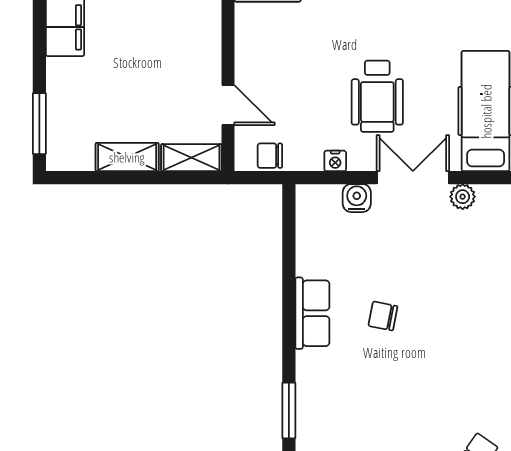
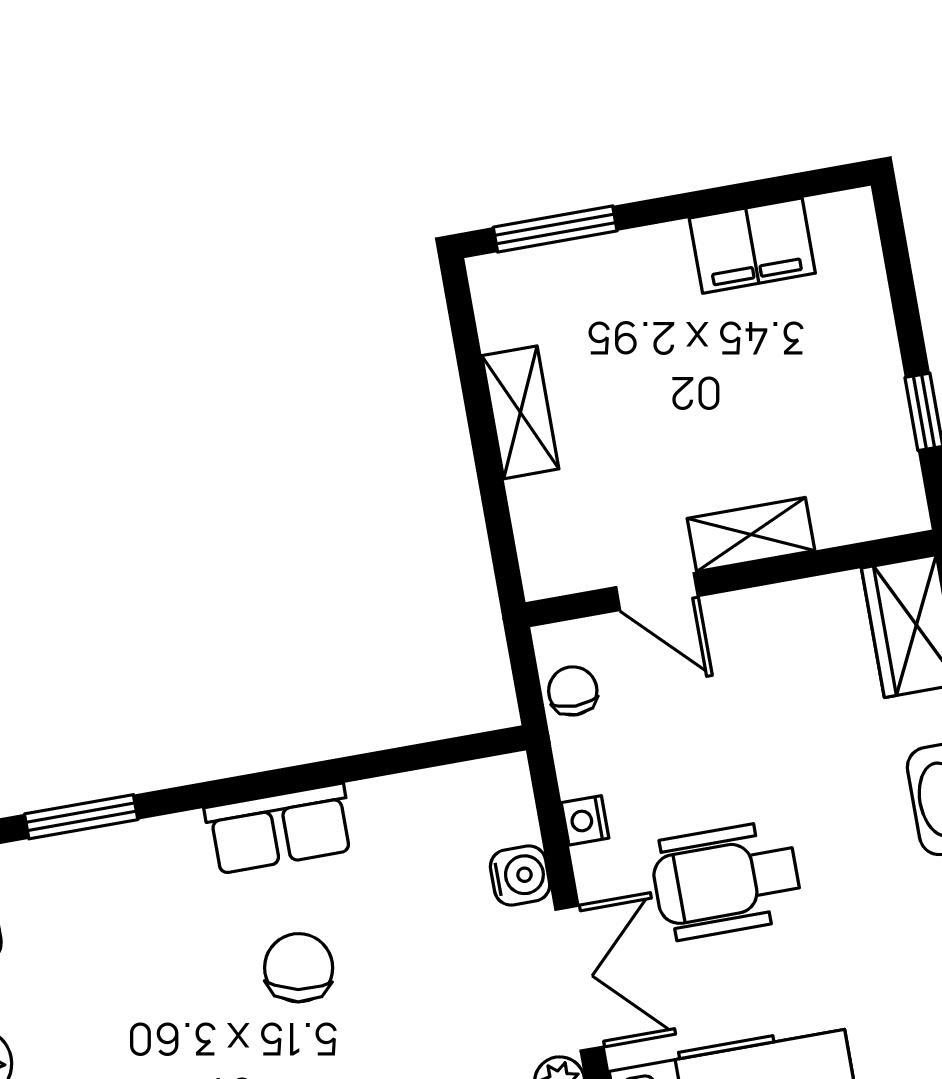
door: (228, 105) -> (657, 592), hinge flipped
shelving: (191, 158) -> (751, 534), moved, turned 90
chair: (383, 316) -> (299, 968), width x1.37, depth x1.37

